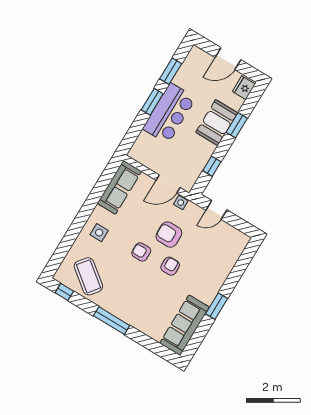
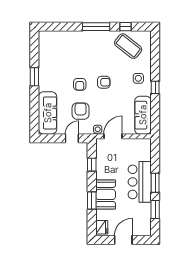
window: (86, 211) -> (155, 87), added
armchair: (169, 235) -> (81, 111), moved, turned -90
window: (64, 292) -> (125, 27), moved
sofa: (185, 325) -> (48, 113), moved

